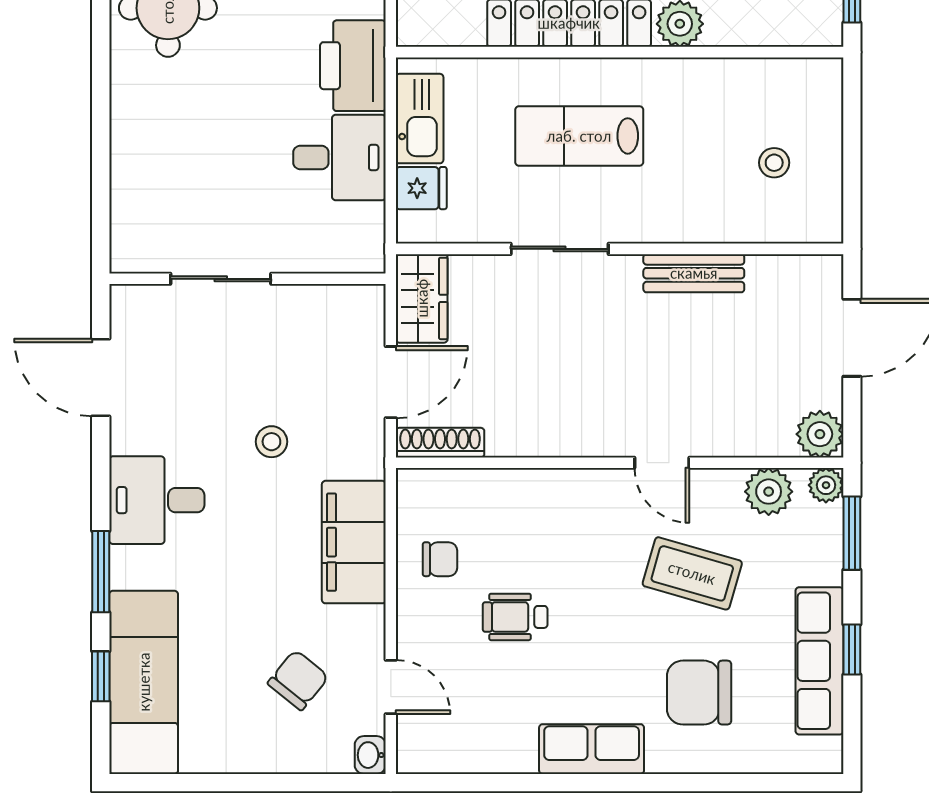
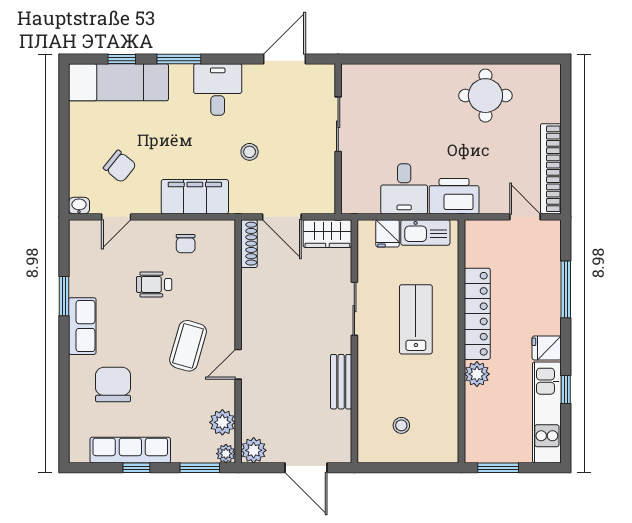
coffee table: (692, 573) -> (188, 346), moved
wheelchair: (515, 617) -> (154, 284), turned -90
window: (537, 783) -> (64, 296), added

